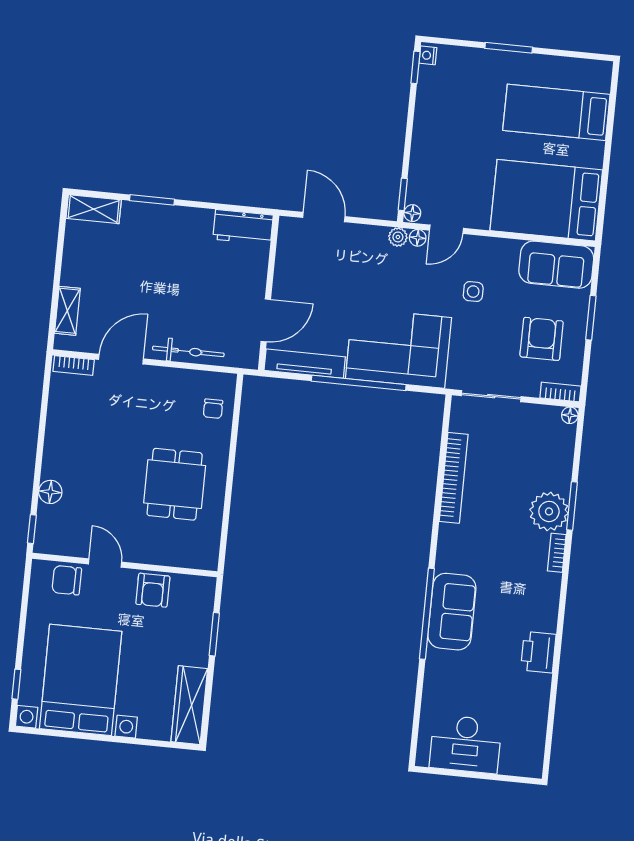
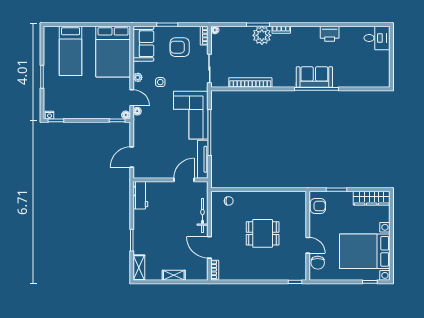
plant: (398, 237) -> (138, 77), moved
shelving: (67, 311) -> (174, 275), moved
door: (266, 320) -> (184, 180), hinge flipped
dining table: (175, 484) -> (263, 233), moved
floor lamp: (50, 492) -> (276, 275), removed
door: (105, 563) -> (308, 245), swing flipped
armchair: (153, 590) -> (318, 206), moved
desk: (466, 744) -> (377, 38), moved, width x0.73

